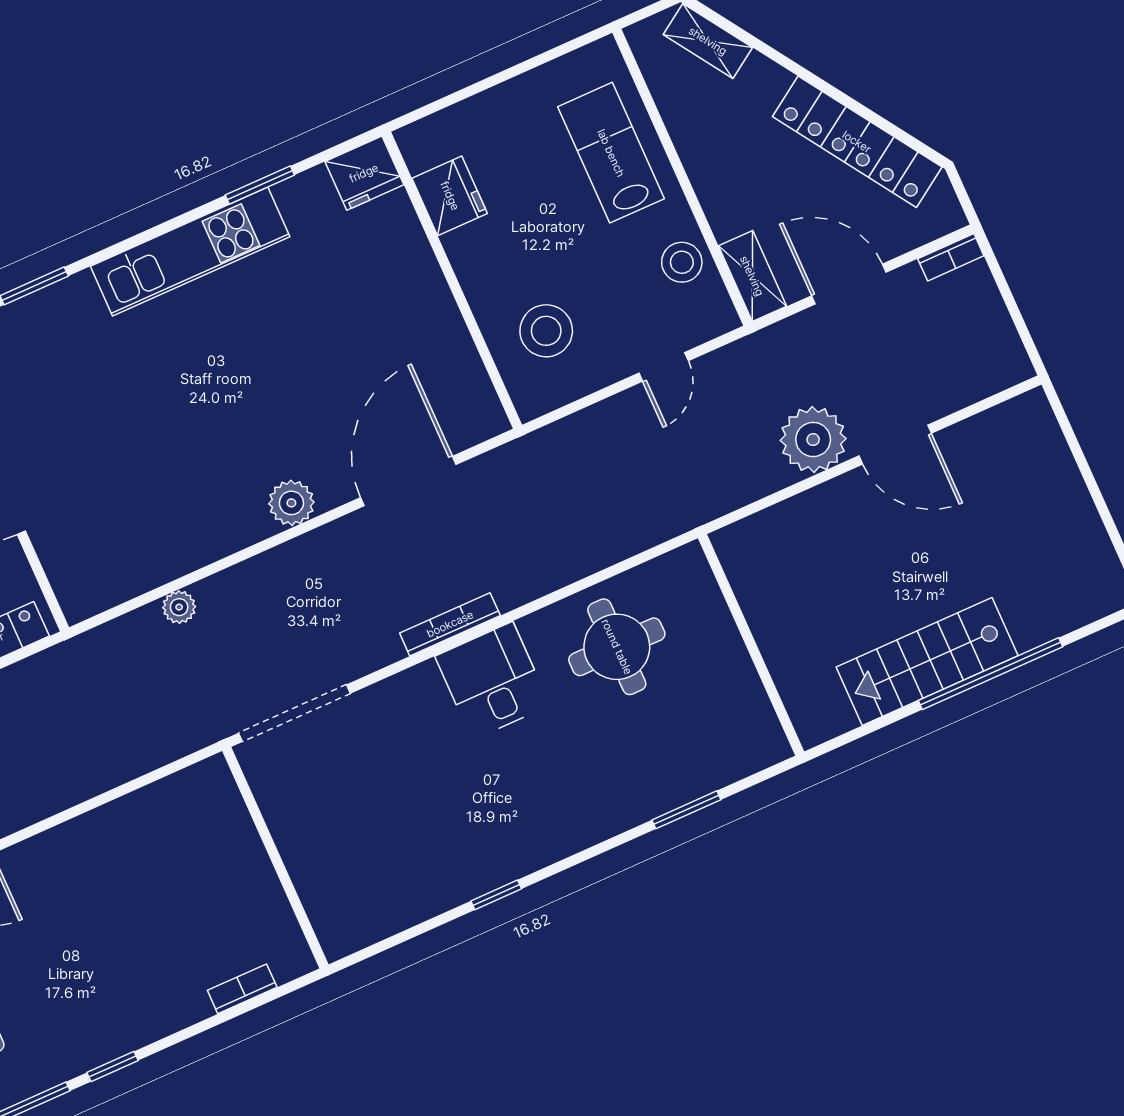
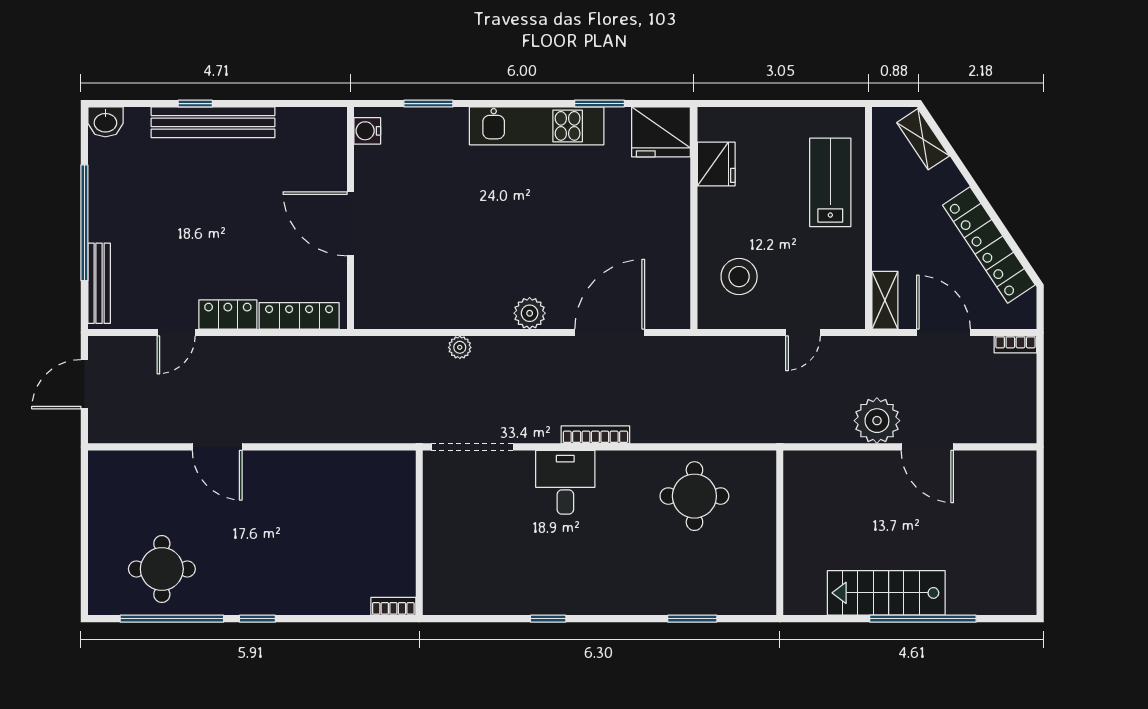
fridge: (364, 173) -> (661, 132), width x1.36, depth x1.34
stool: (682, 262) -> (844, 272), removed
plant: (179, 607) -> (460, 347), moved
desk: (492, 681) -> (565, 482), moved
bookcase: (242, 989) -> (393, 606), moved

